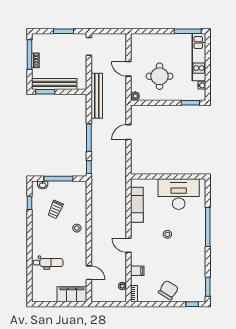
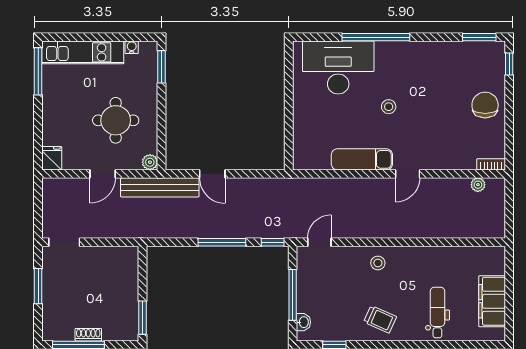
fridge: (138, 39) -> (52, 158), added
bench: (54, 84) -> (129, 302), removed
bench: (97, 96) -> (160, 187), moved
desk: (179, 194) -> (338, 67), moved, turned 90
exam couch: (137, 205) -> (362, 159), moved
trolley: (55, 209) -> (380, 319), moved
filing cabinet: (137, 271) -> (452, 159), removed
door: (89, 273) -> (319, 242), moved
chair: (168, 290) -> (485, 105), turned 59
filing cabinet: (72, 294) -> (492, 301), moved

